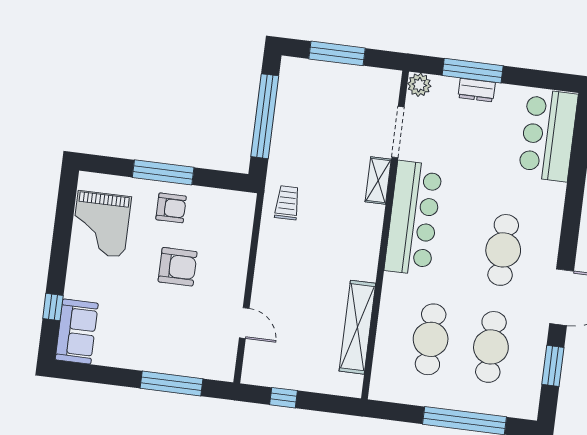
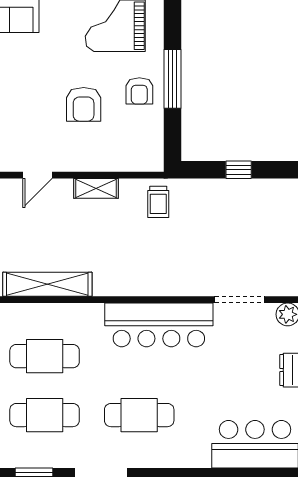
window: (265, 116) -> (239, 170), width x0.32
shelving: (378, 181) -> (96, 188), moved
trolley: (287, 203) -> (158, 202), turned 90

